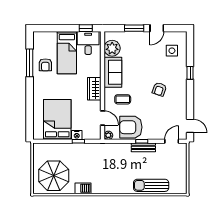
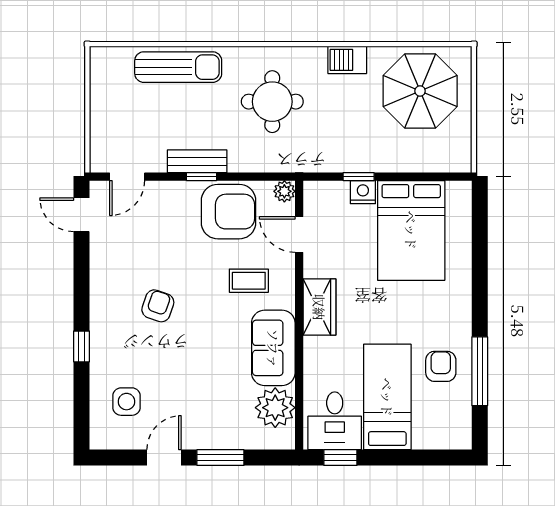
round table: (113, 171) -> (272, 102), added

